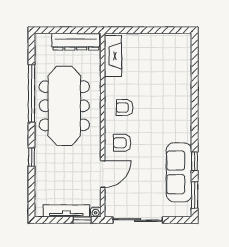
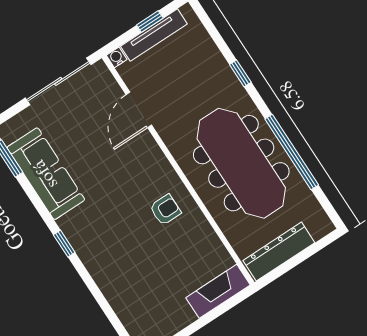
fireplace: (113, 56) -> (218, 291), moved, turned 90
armchair: (122, 143) -> (140, 164), removed
window: (195, 161) -> (64, 244), moved
window: (82, 220) -> (150, 21), moved

